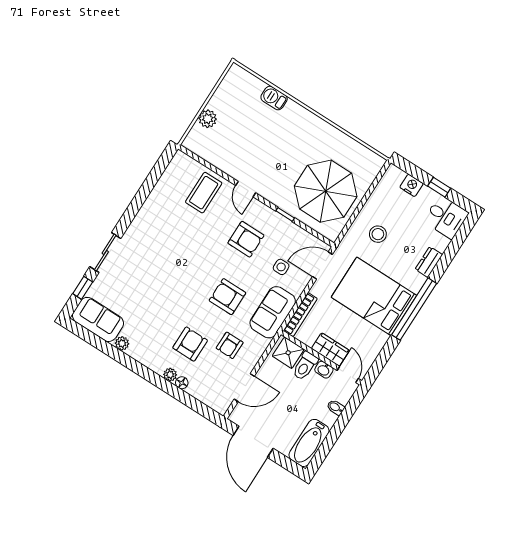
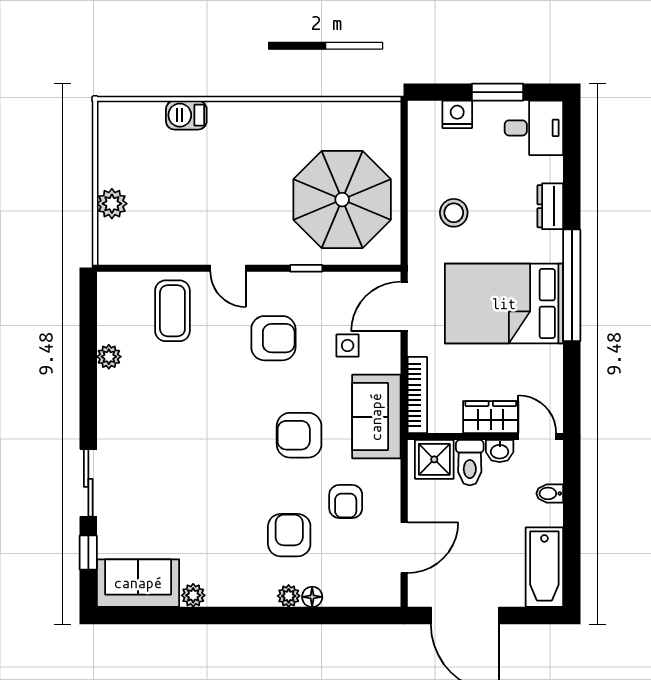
window: (439, 187) -> (498, 92), width x1.50
plant: (157, 195) -> (109, 357), added

